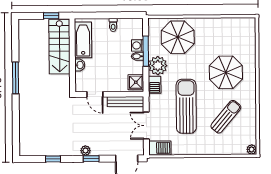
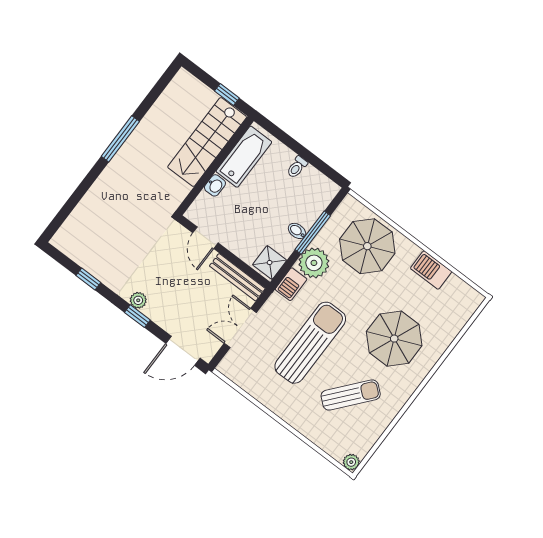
washing machine: (137, 45) -> (308, 217), removed
barbecue: (160, 148) -> (431, 270), moved, turned 180

